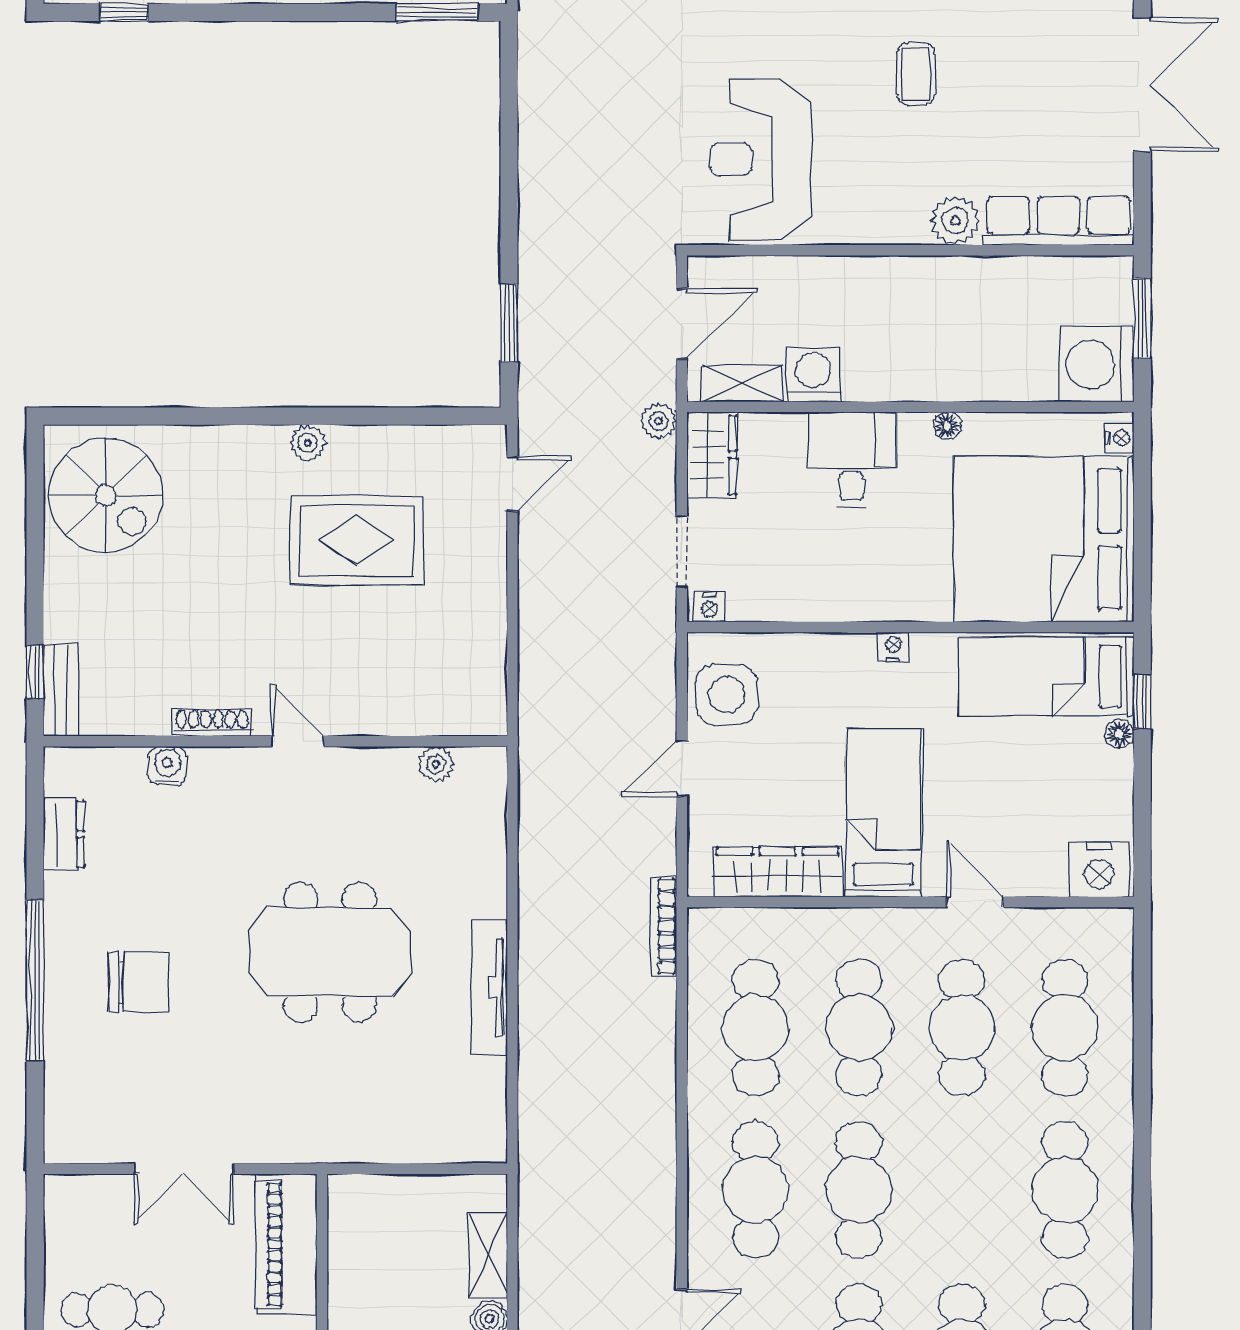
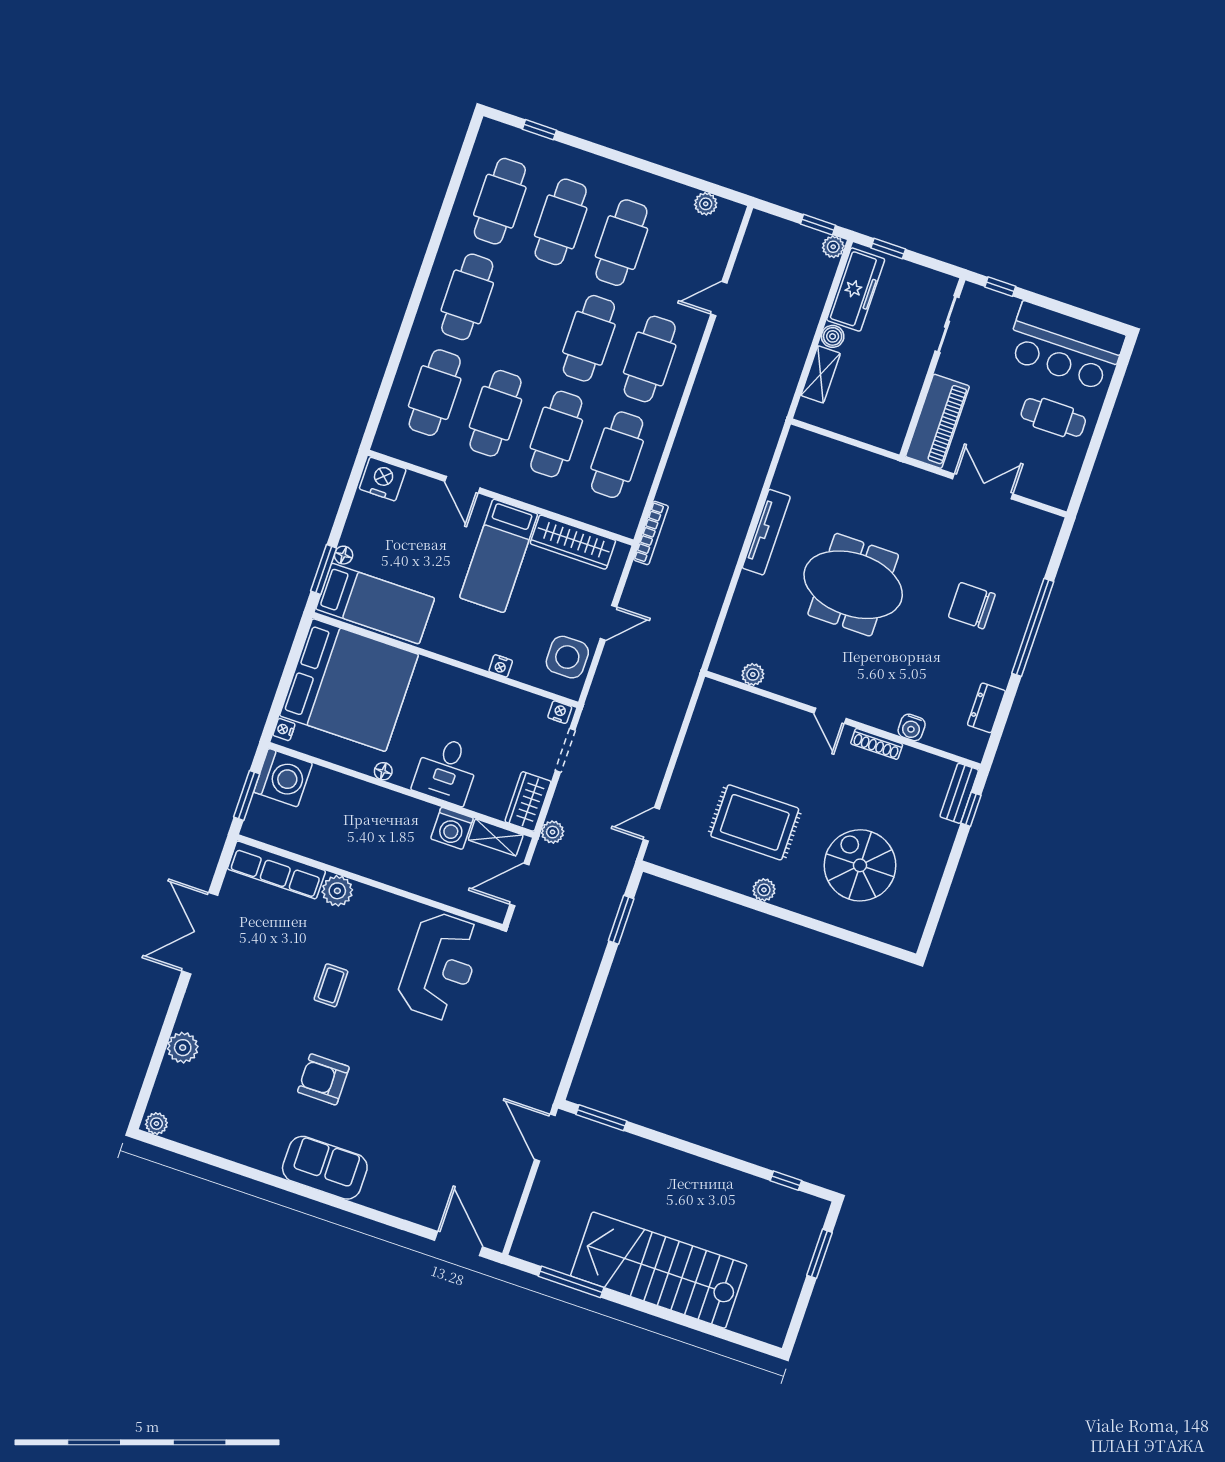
spiral stairs: (106, 495) -> (860, 865), moved
nightstand: (893, 647) -> (501, 666), moved
window: (1142, 701) -> (324, 569), width x1.50

